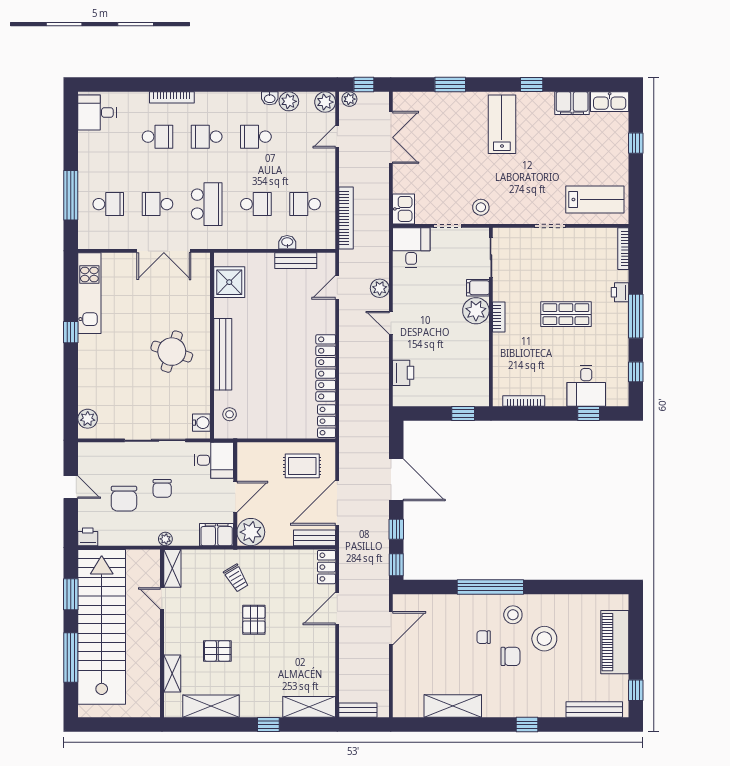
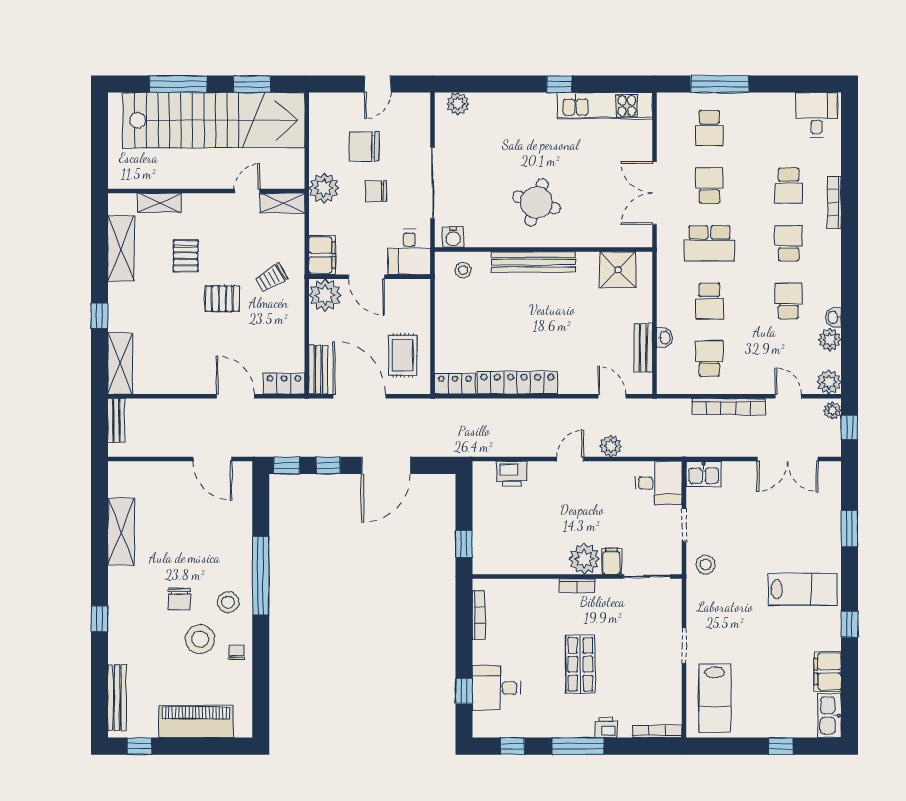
bookcase: (346, 218) -> (728, 407), moved
printer: (88, 537) -> (319, 104), removed
plant: (165, 539) -> (324, 188), width x1.87, depth x1.87
chair: (484, 637) -> (236, 652), moved

